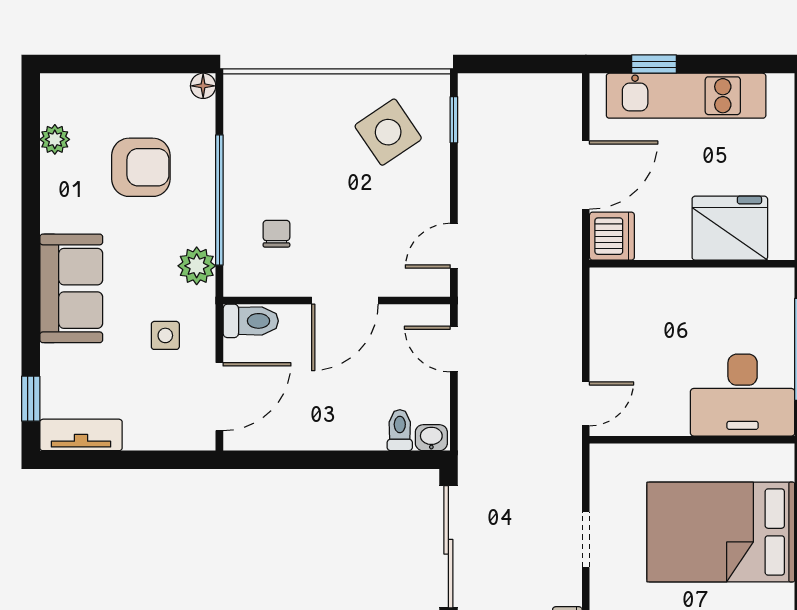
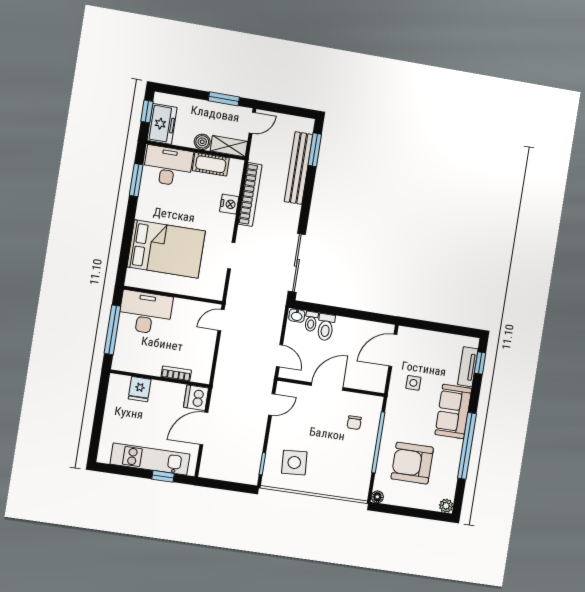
side table: (388, 132) -> (294, 463), turned 30
plant: (55, 139) -> (446, 506), moved
armchair: (141, 167) -> (412, 463), width x1.36, depth x1.36
window: (31, 221) -> (467, 446), added
fridge: (730, 228) -> (140, 389), width x0.53, depth x0.75
plant: (197, 266) -> (394, 413), removed
bookcase: (660, 279) -> (176, 374), added
toilet: (251, 321) -> (326, 327), moved, turned -90
tv unit: (81, 435) -> (468, 367), moved, turned 90

